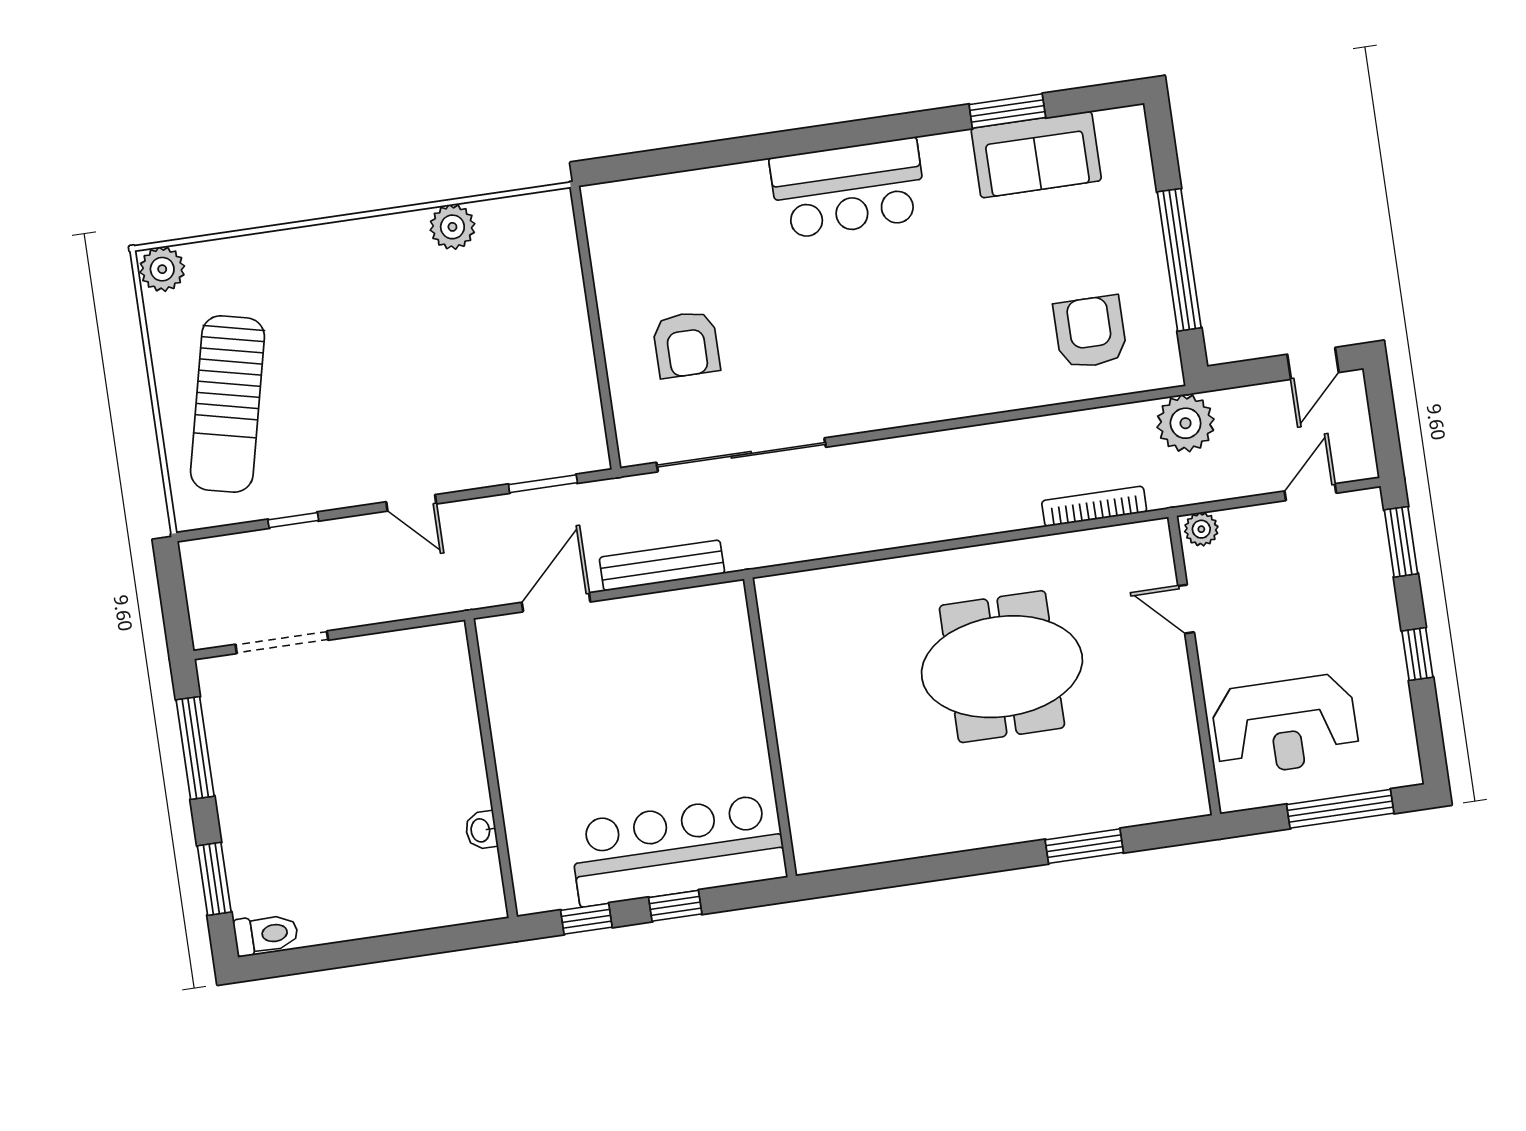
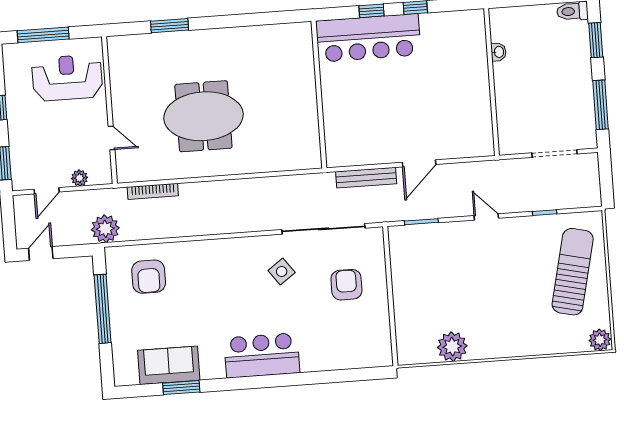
plant: (452, 227) -> (452, 347), width x1.36, depth x1.36
side table: (820, 362) -> (282, 272), added
plant: (1201, 529) -> (80, 178), moved
wall: (491, 768) -> (492, 82), moved
washbasin: (481, 830) -> (499, 52), moved

